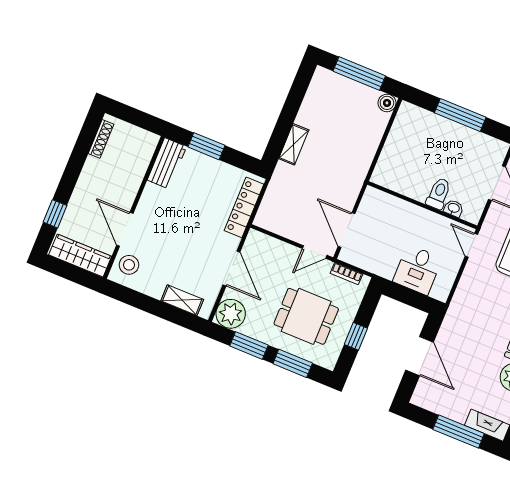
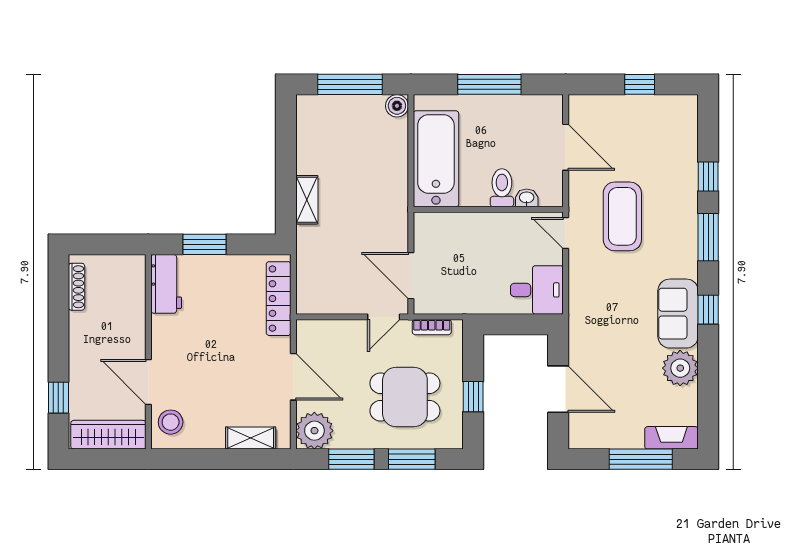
bathtub: (399, 153) -> (436, 159), added
desk: (418, 270) -> (537, 290), moved, turned -90

